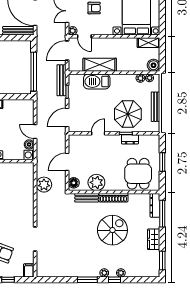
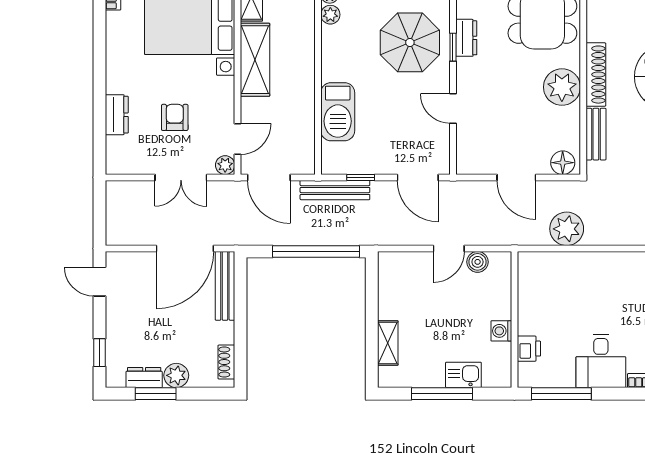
shelving: (100, 65) -> (255, 60), moved
washing machine: (29, 155) -> (501, 262), removed
plant: (96, 182) -> (562, 87), moved

